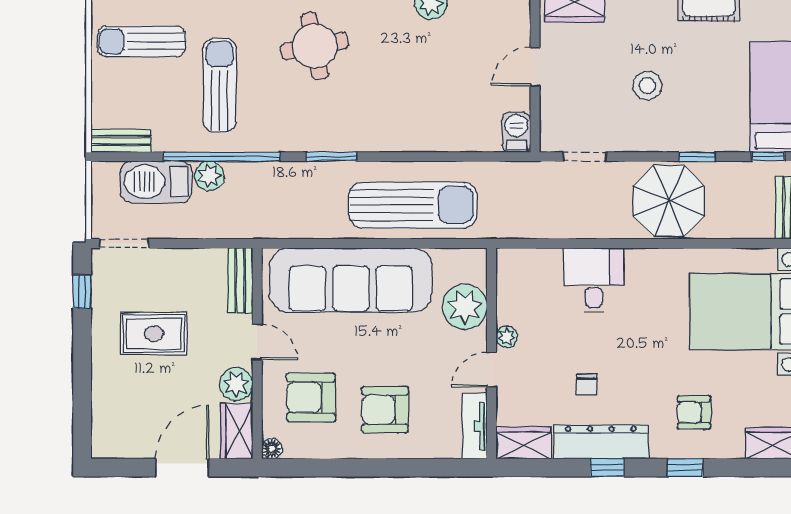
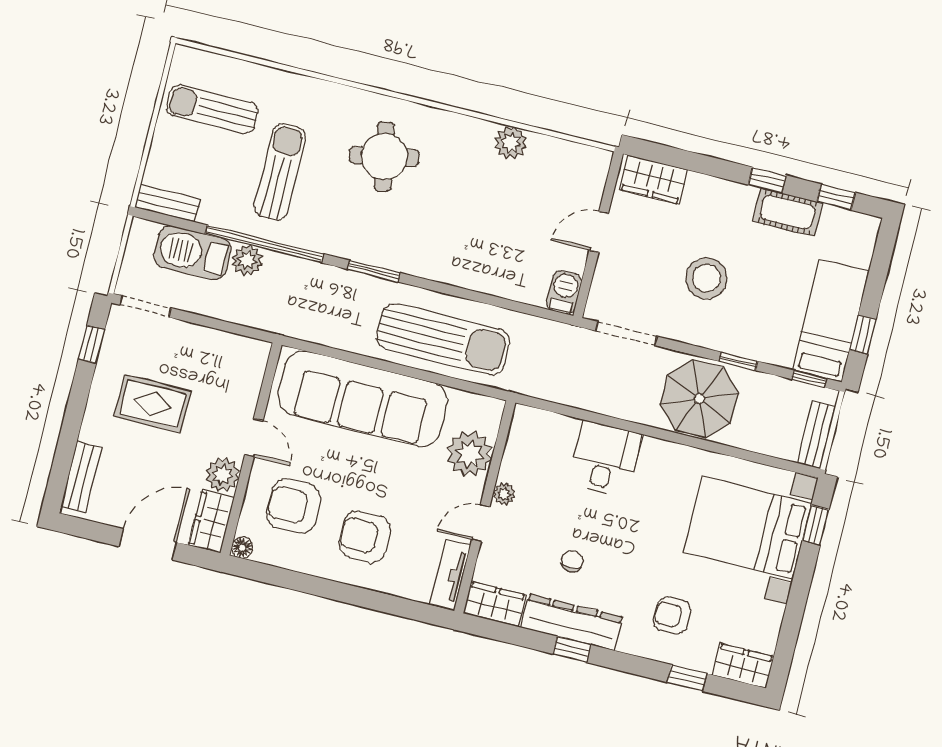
stool: (648, 86) -> (706, 278), width x1.38, depth x1.38
doorway: (585, 157) -> (626, 334), width x1.38
bench: (240, 280) -> (81, 477), moved
chair: (587, 384) -> (572, 561), turned 180
window: (685, 468) -> (687, 678), moved

